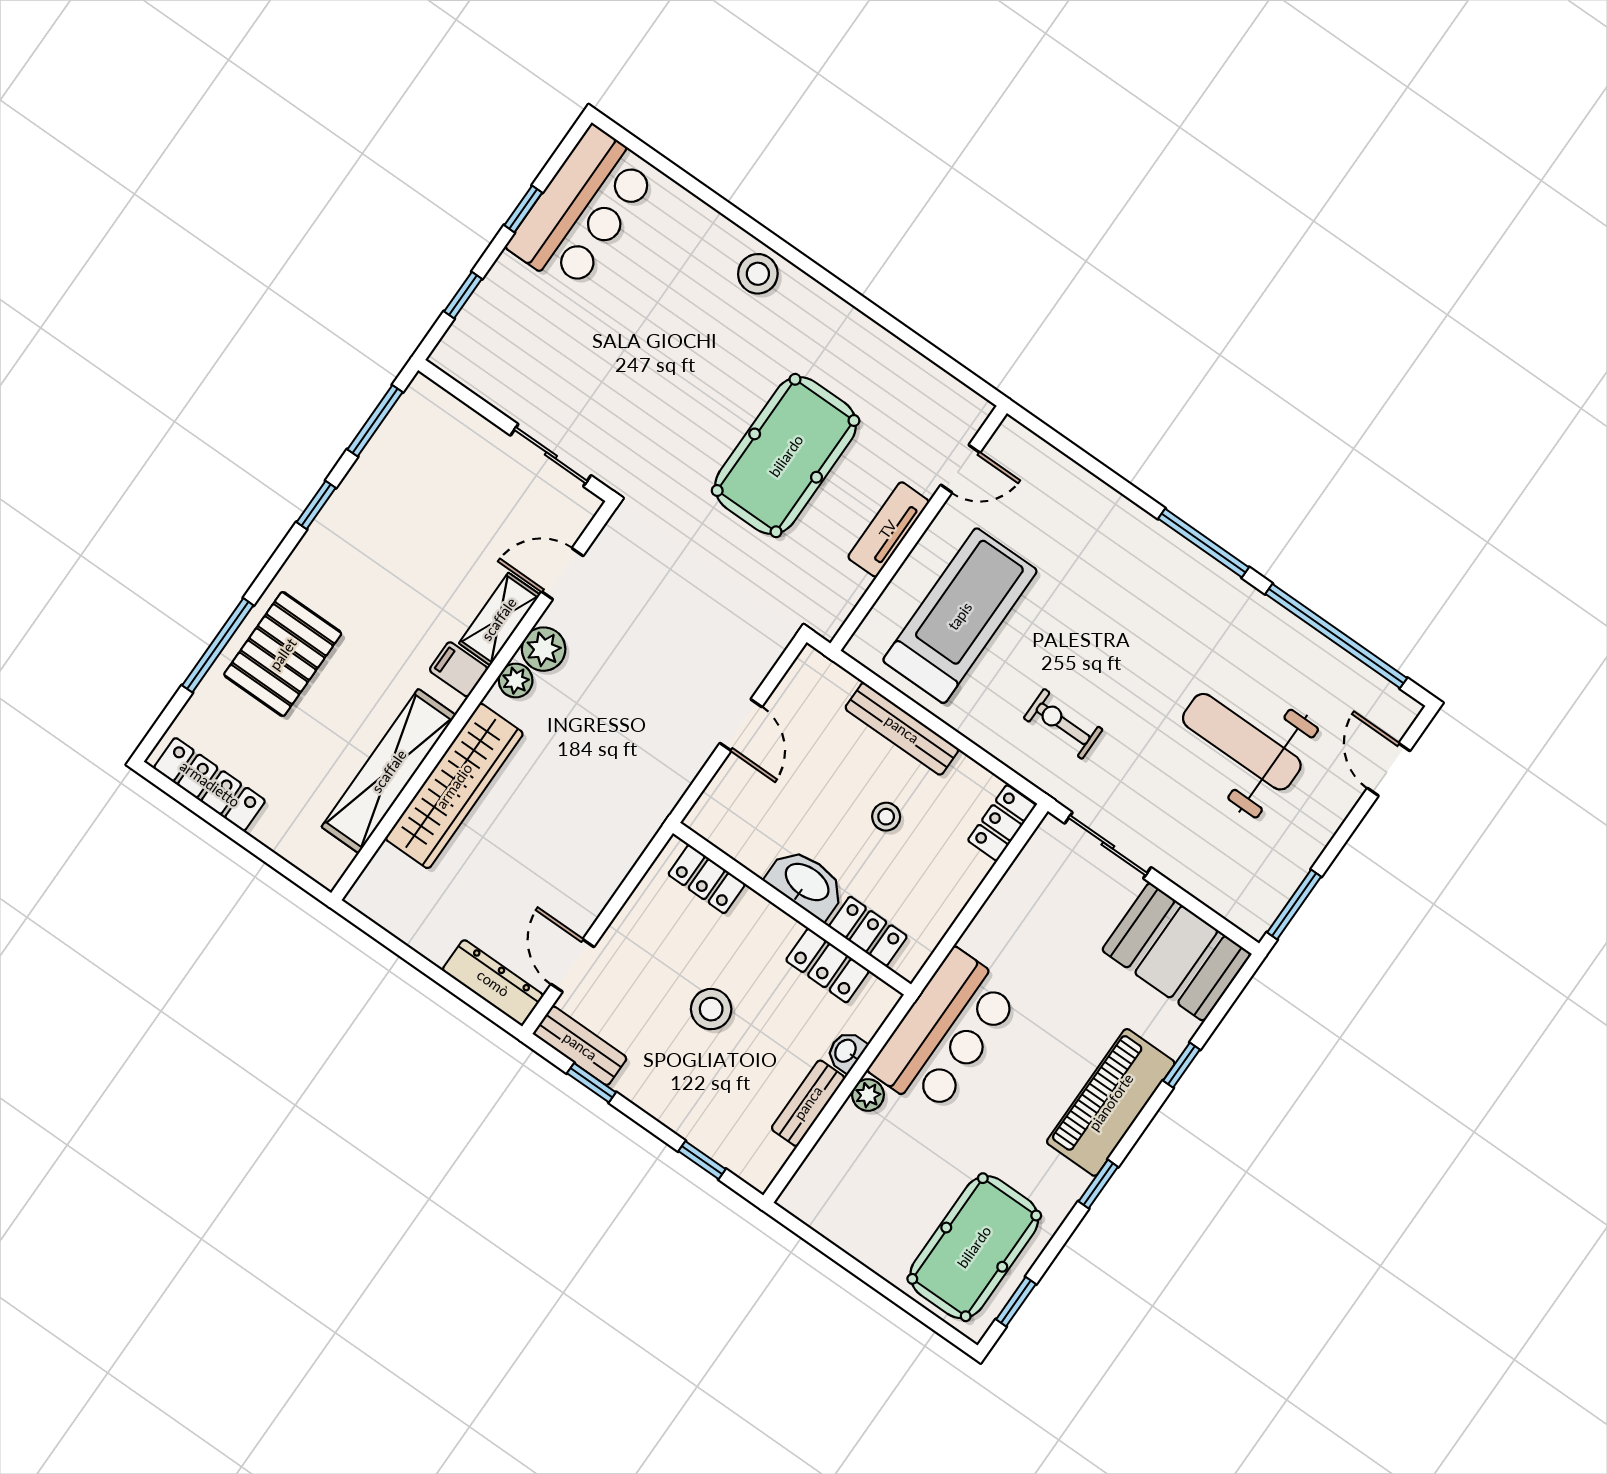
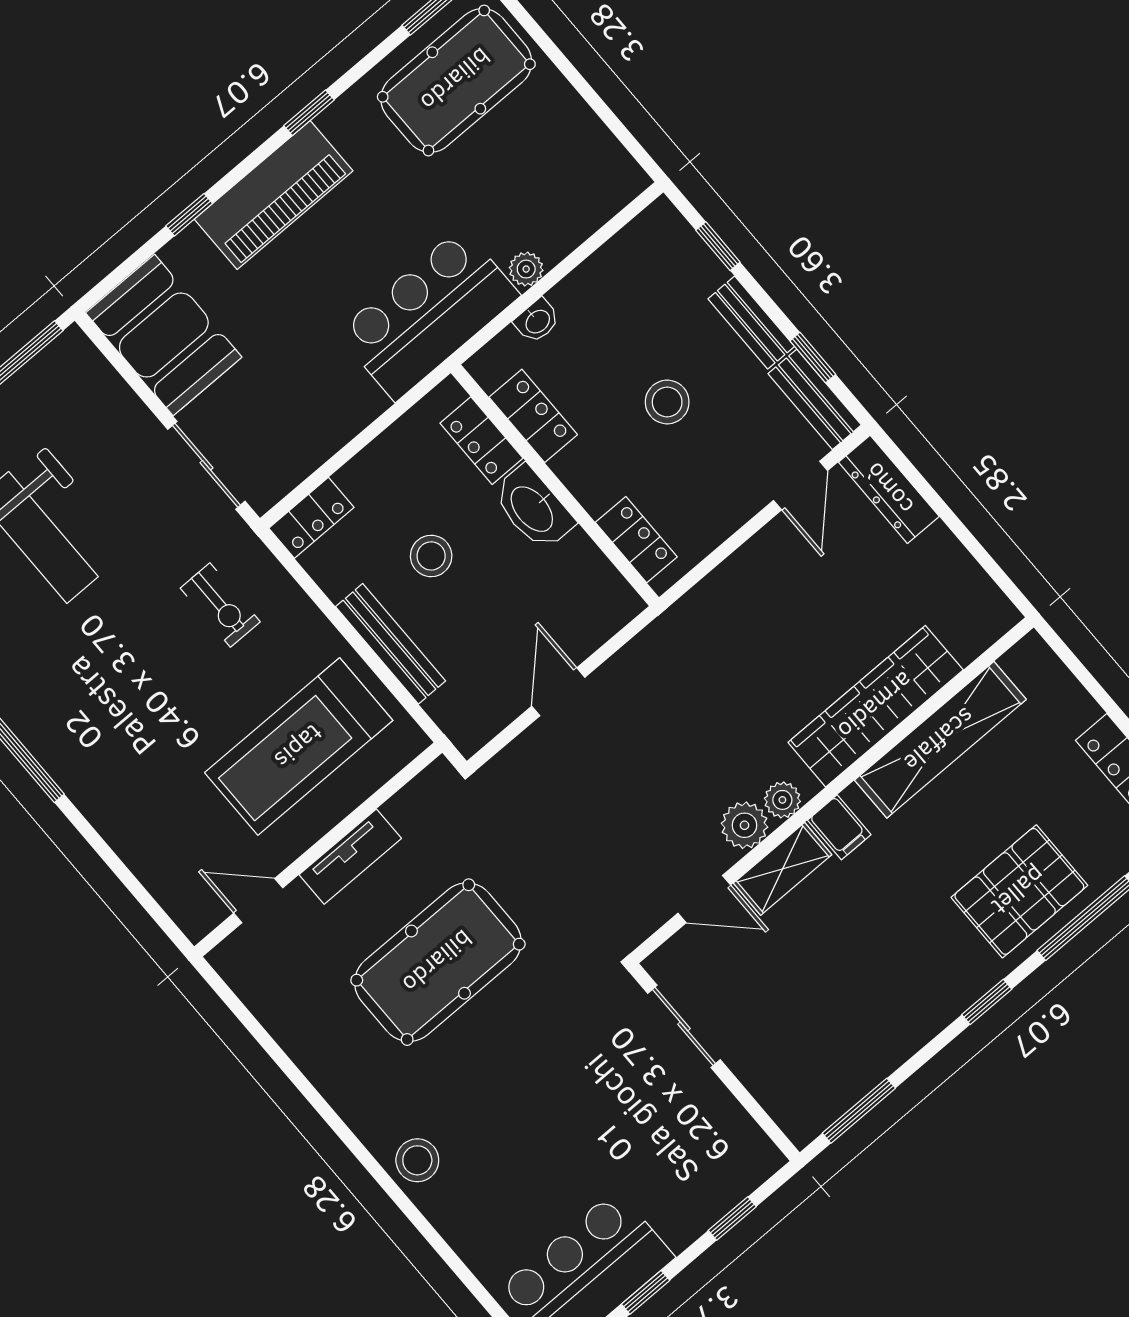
window: (316, 505) -> (987, 1002), moved
stool: (886, 817) -> (431, 556), width x1.37, depth x1.37
bench: (808, 1103) -> (751, 323), moved, turned 90

